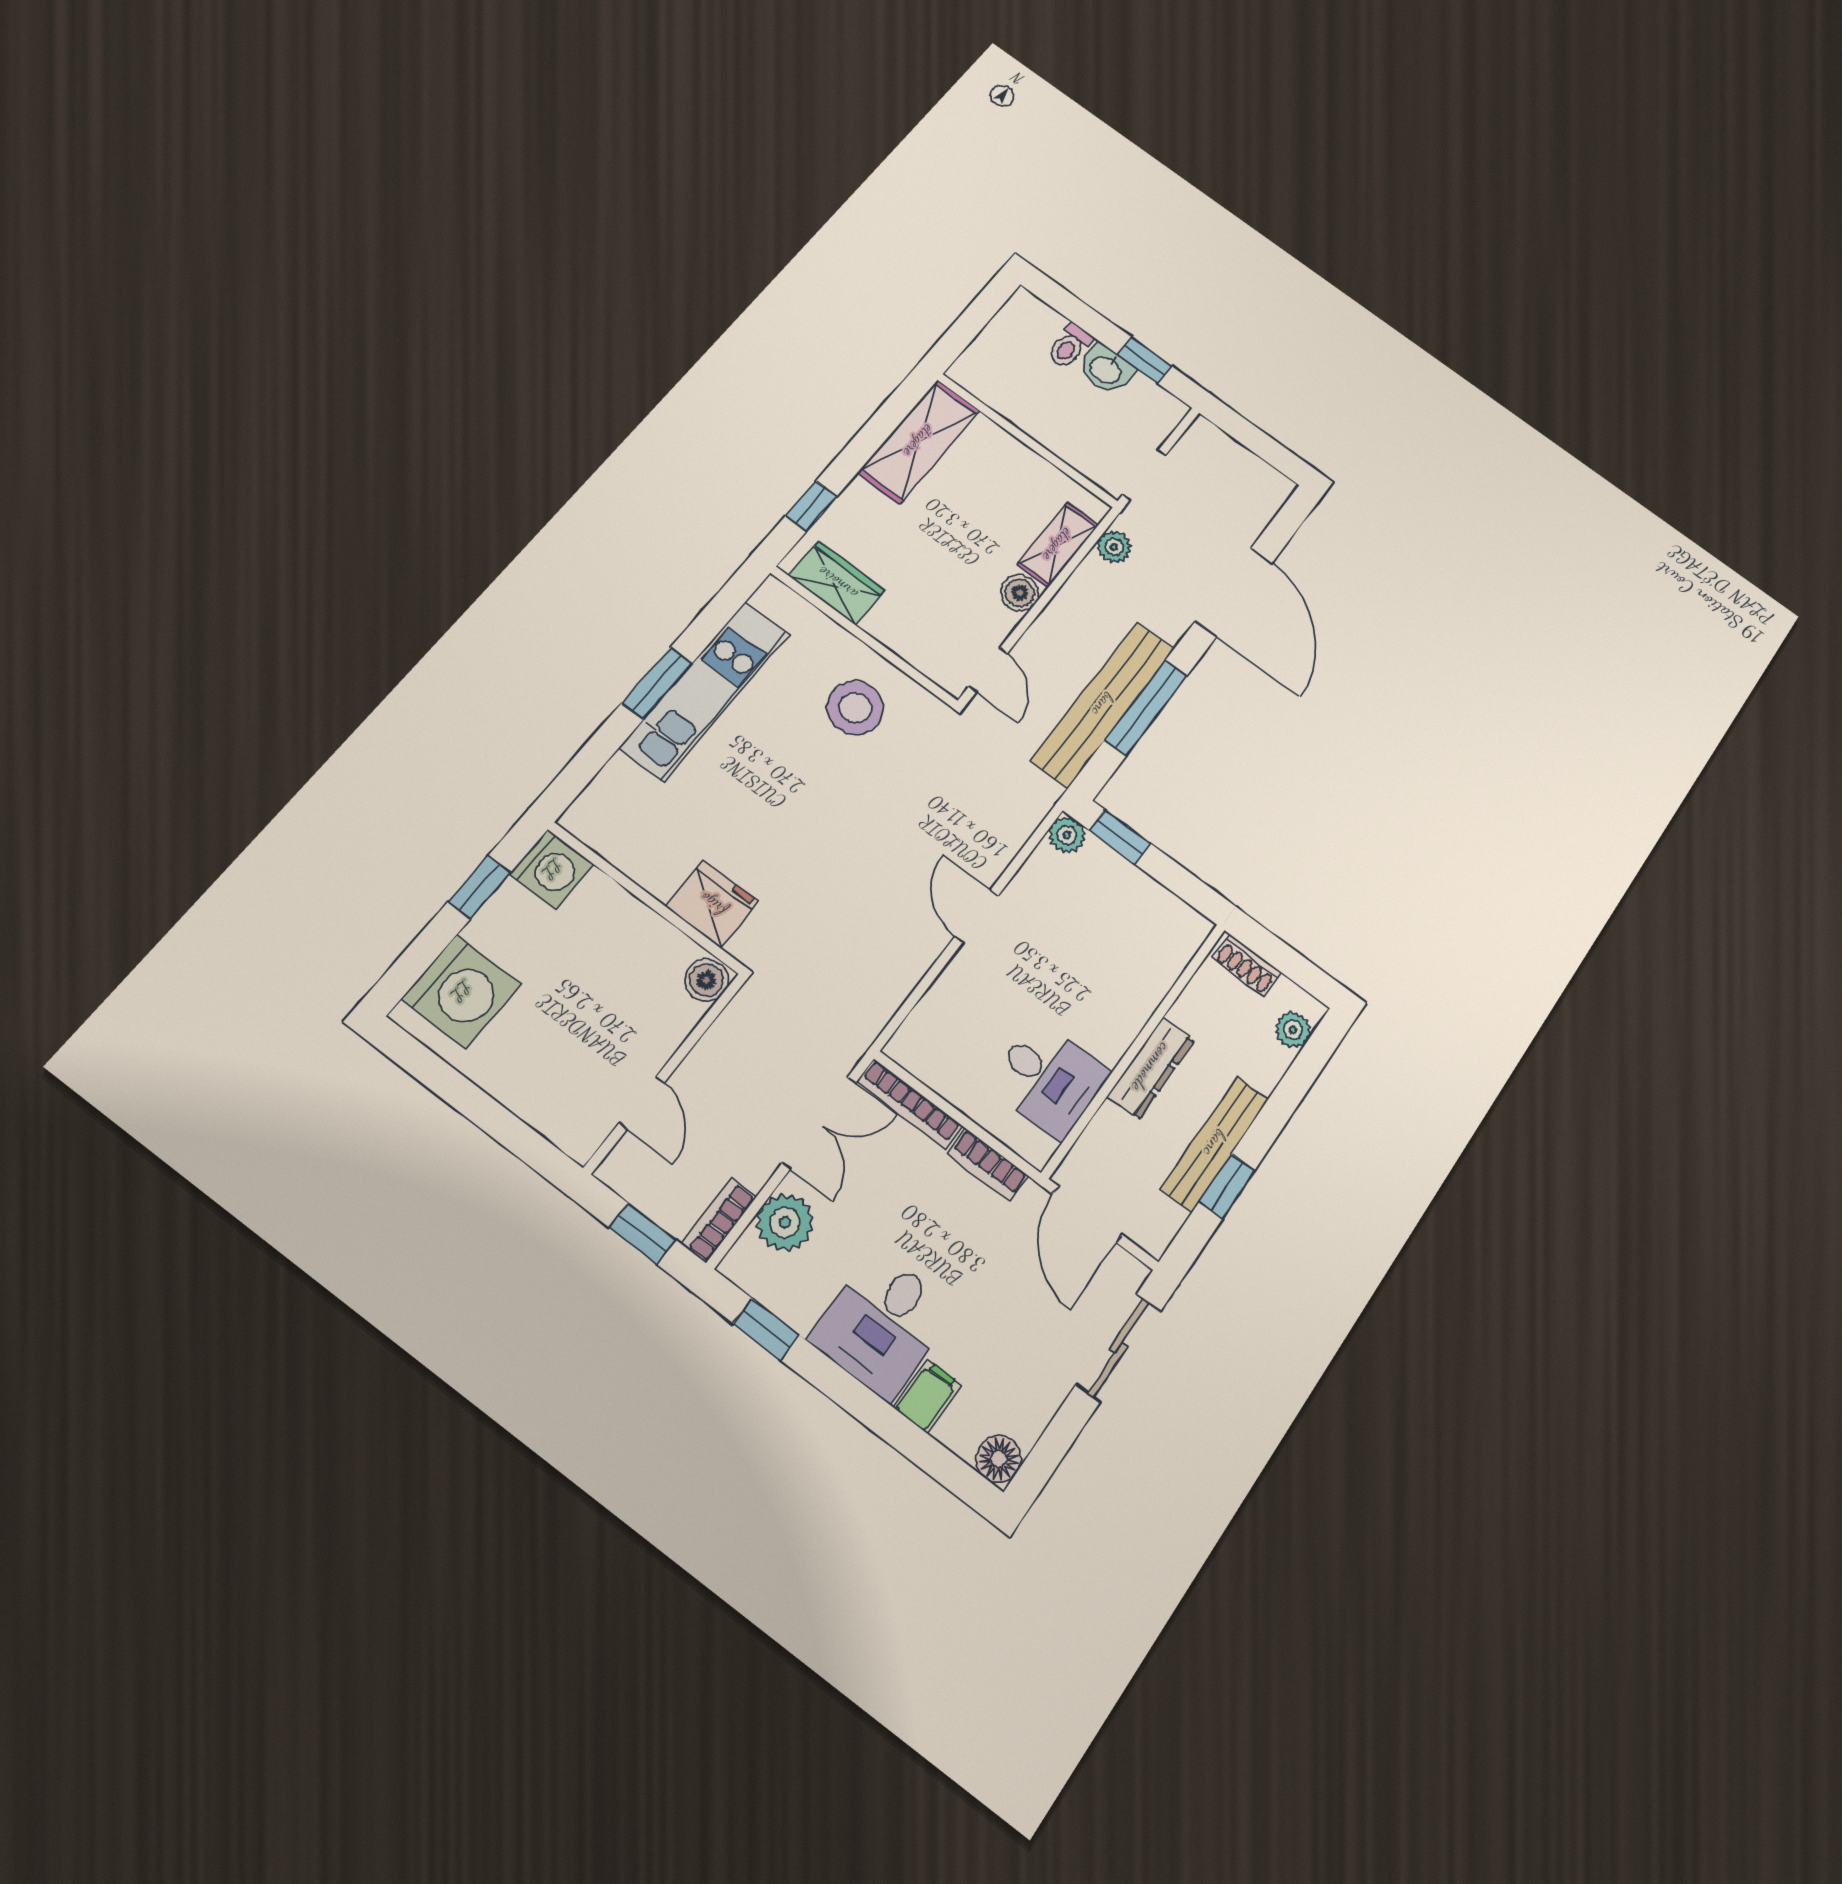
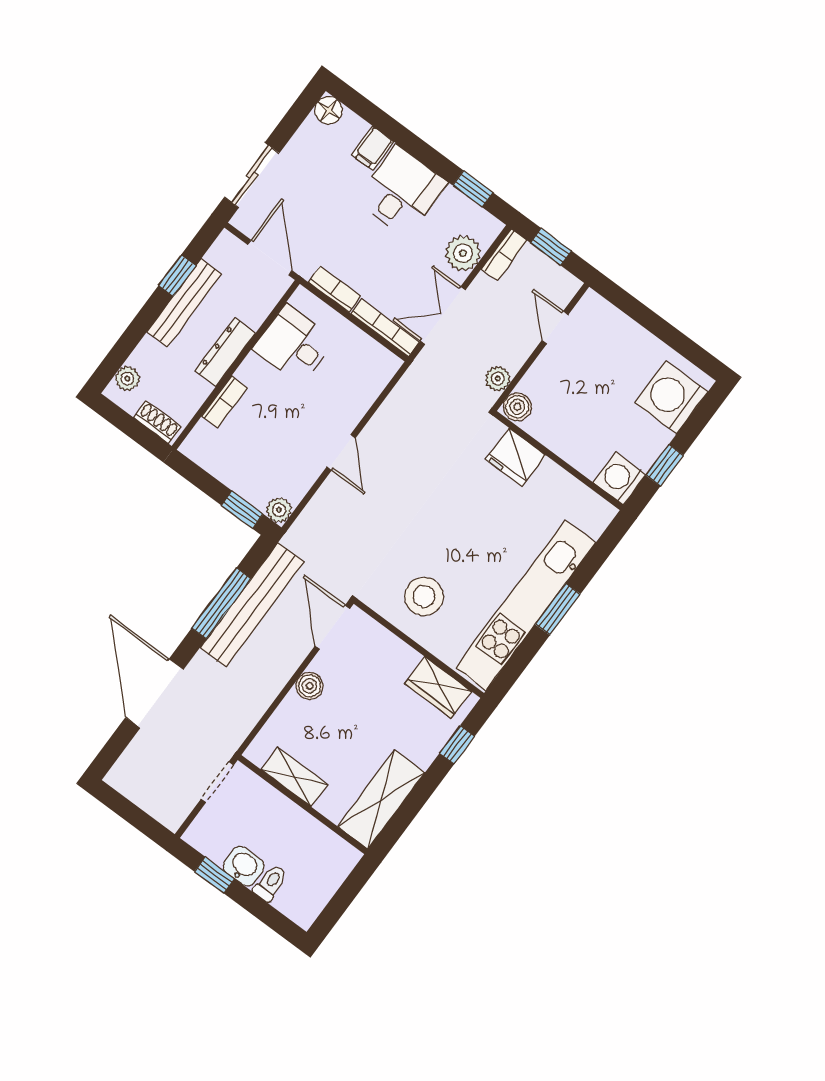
shelving: (1058, 545) -> (294, 777), moved, turned 90
plant: (1114, 547) -> (498, 379), moved
door: (988, 670) -> (332, 627), width x1.38
kitchen unit: (705, 690) -> (526, 605), width x1.36
bookcase: (1150, 993) -> (225, 402), added

